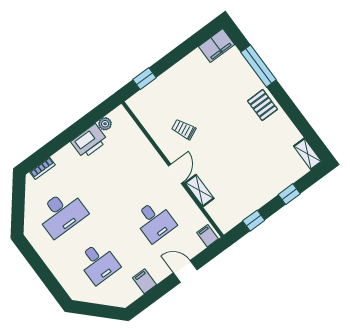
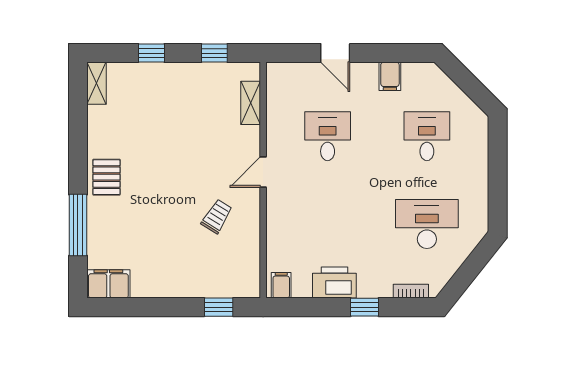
plant: (105, 124) -> (302, 289), removed
trolley: (184, 129) -> (217, 216), turned -123
window: (62, 140) -> (365, 307), added
shelving: (199, 191) -> (251, 103), moved
filing cabinet: (207, 236) -> (281, 285), moved, turned 180

